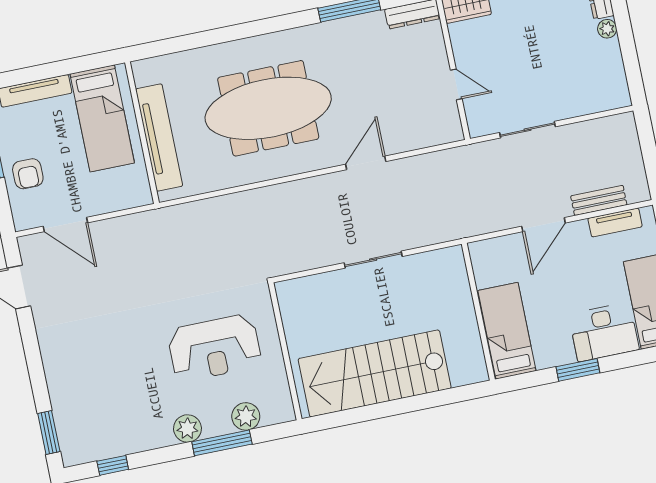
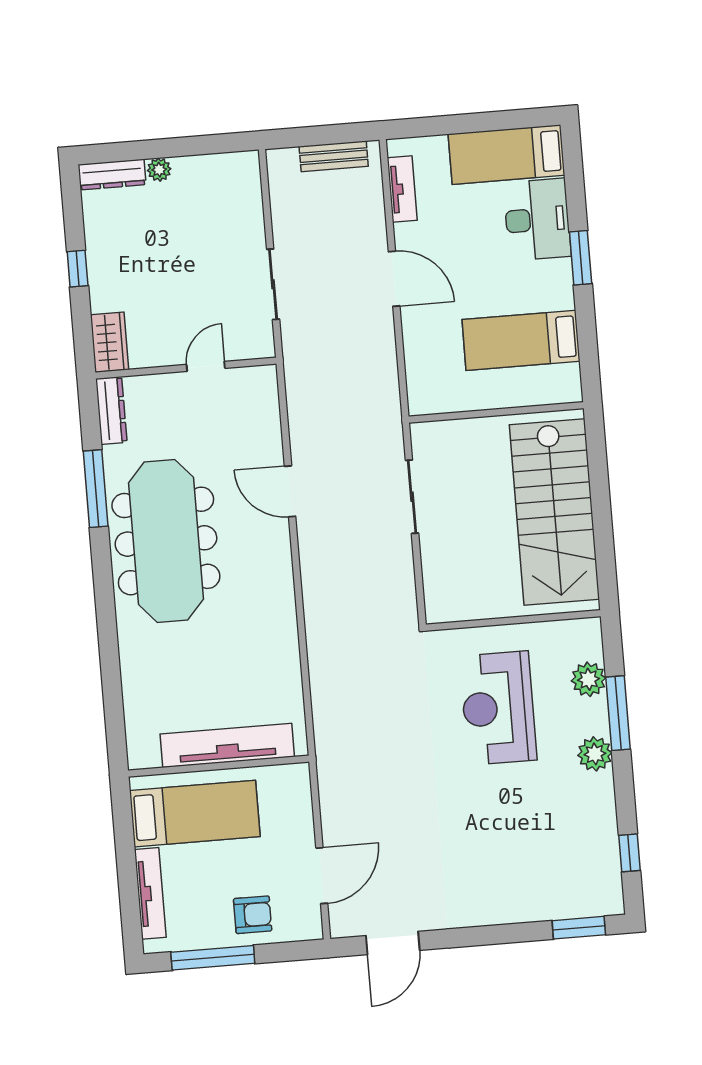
meeting table: (268, 108) -> (166, 541), moved
bench: (599, 200) -> (334, 156), moved, turned 90
wall: (478, 312) -> (496, 412), moved
reception desk: (214, 348) -> (498, 708), turned 180

